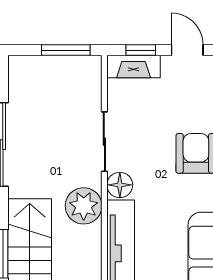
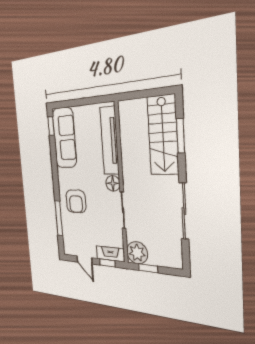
window: (66, 50) -> (148, 268), width x0.67
plant: (84, 206) -> (137, 253), moved

